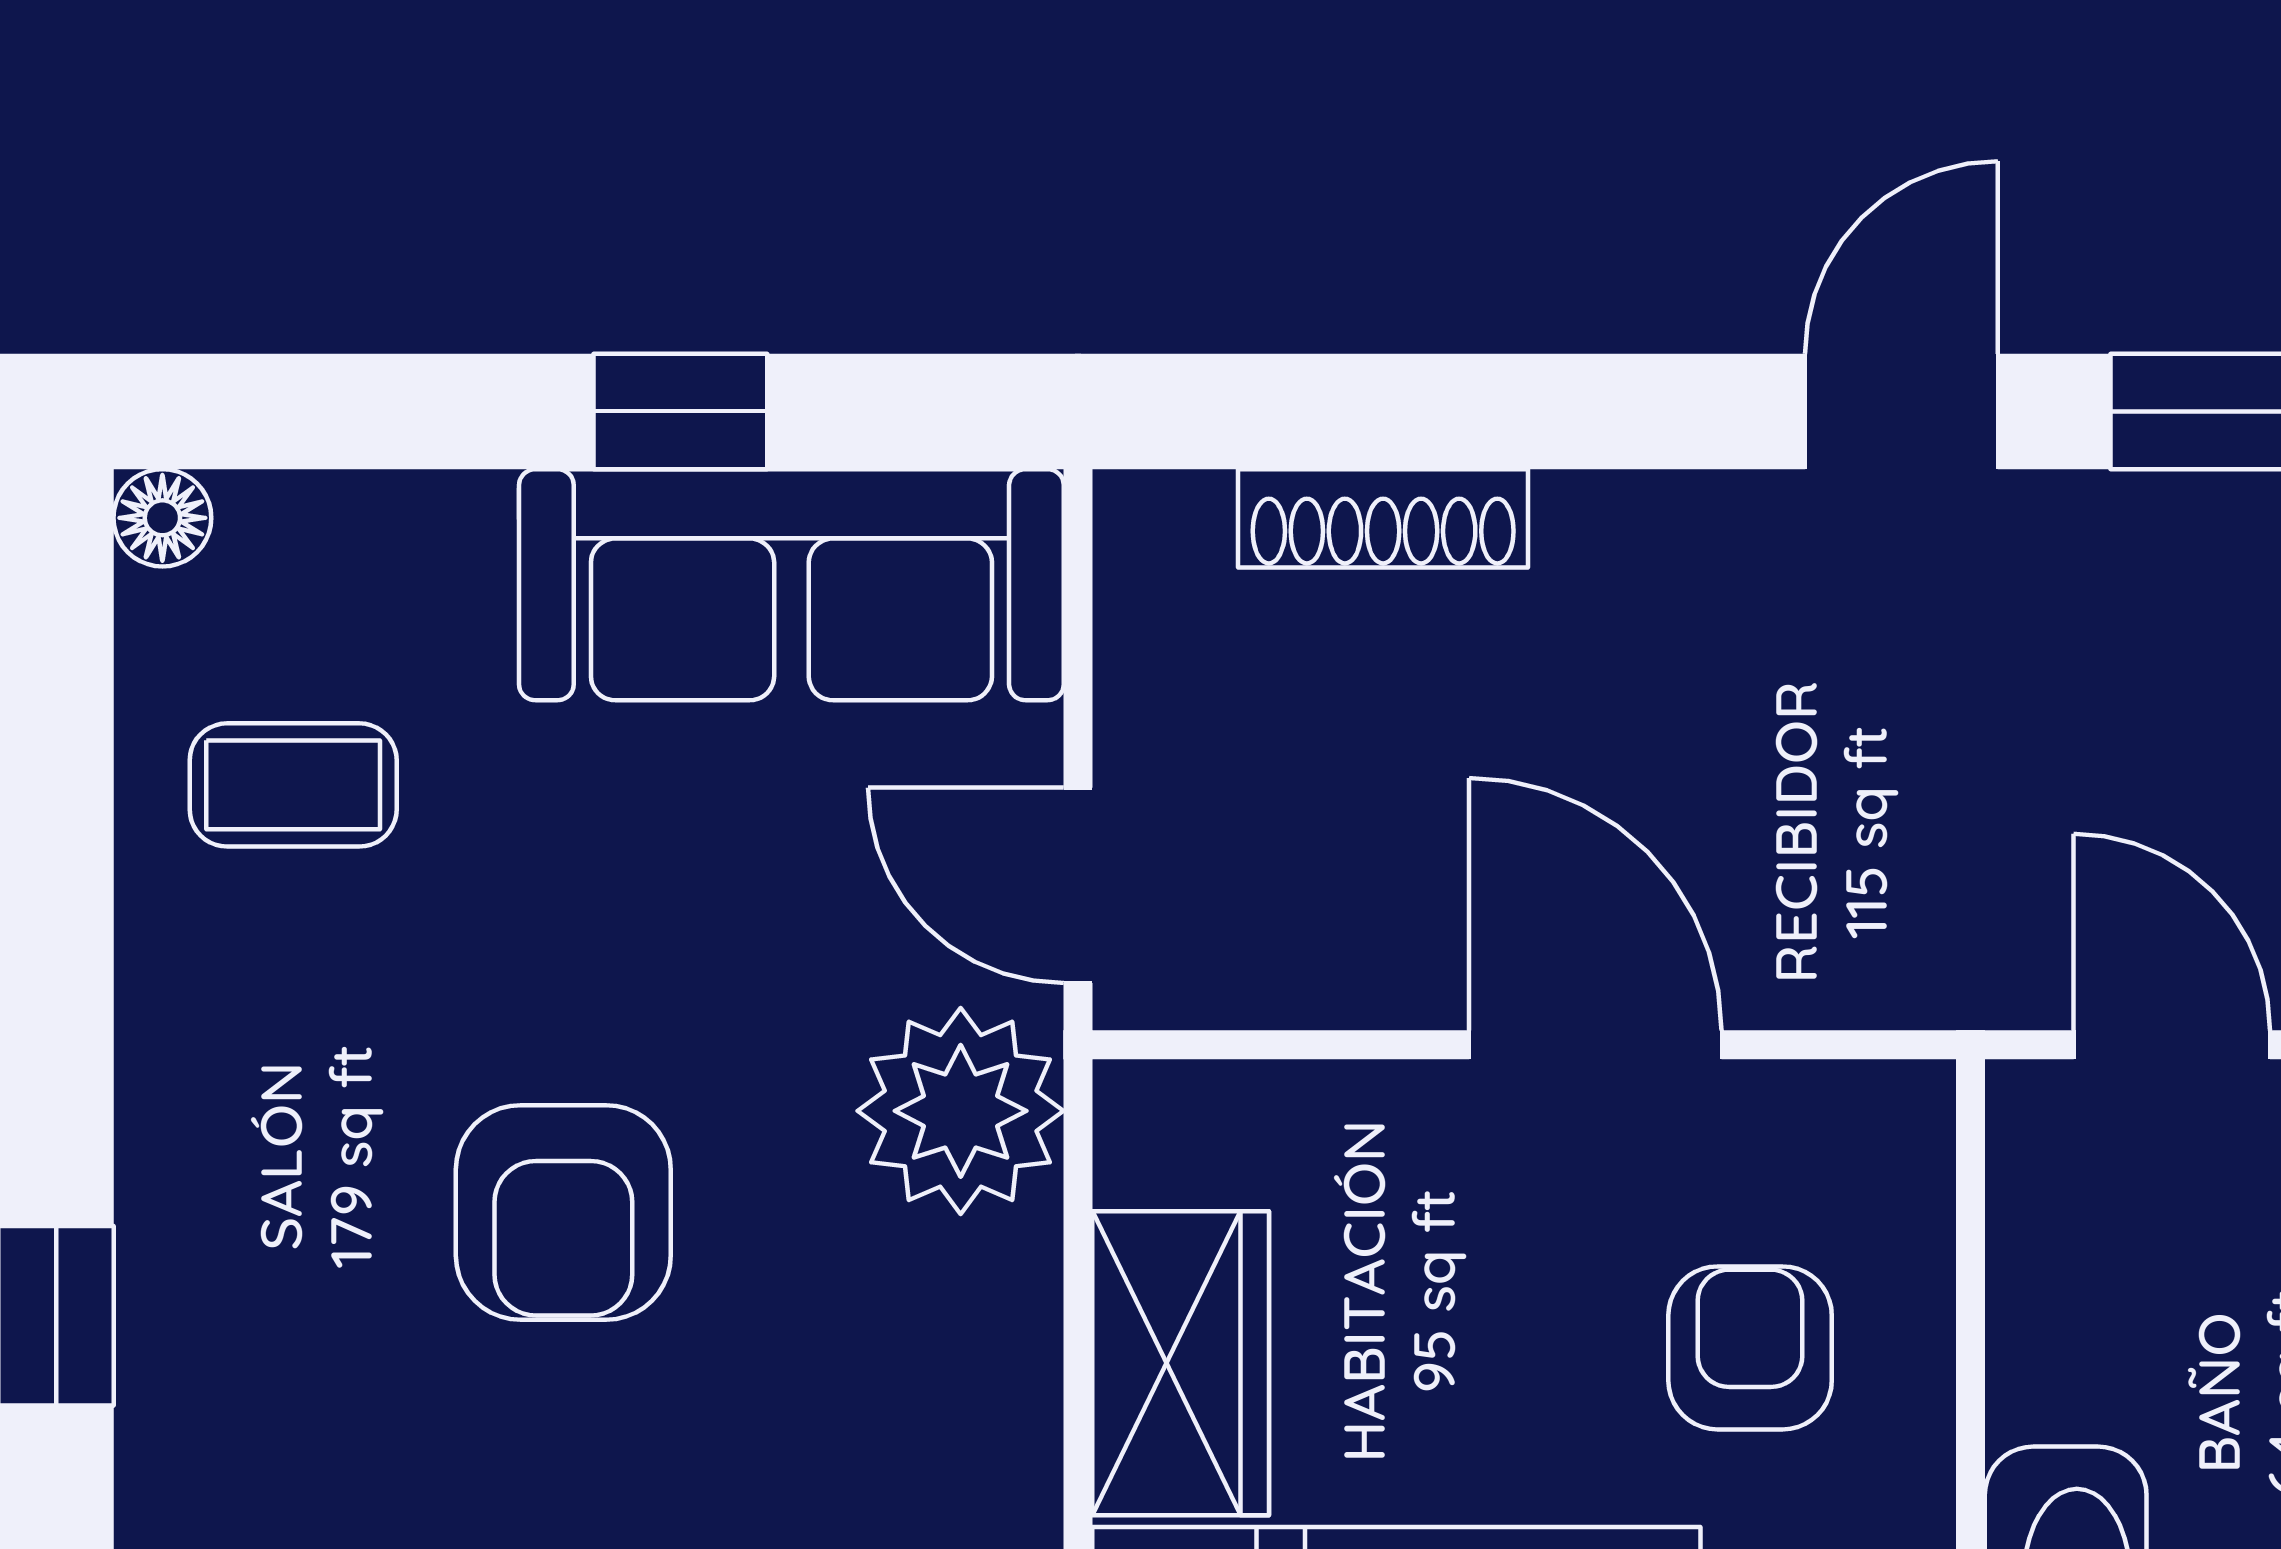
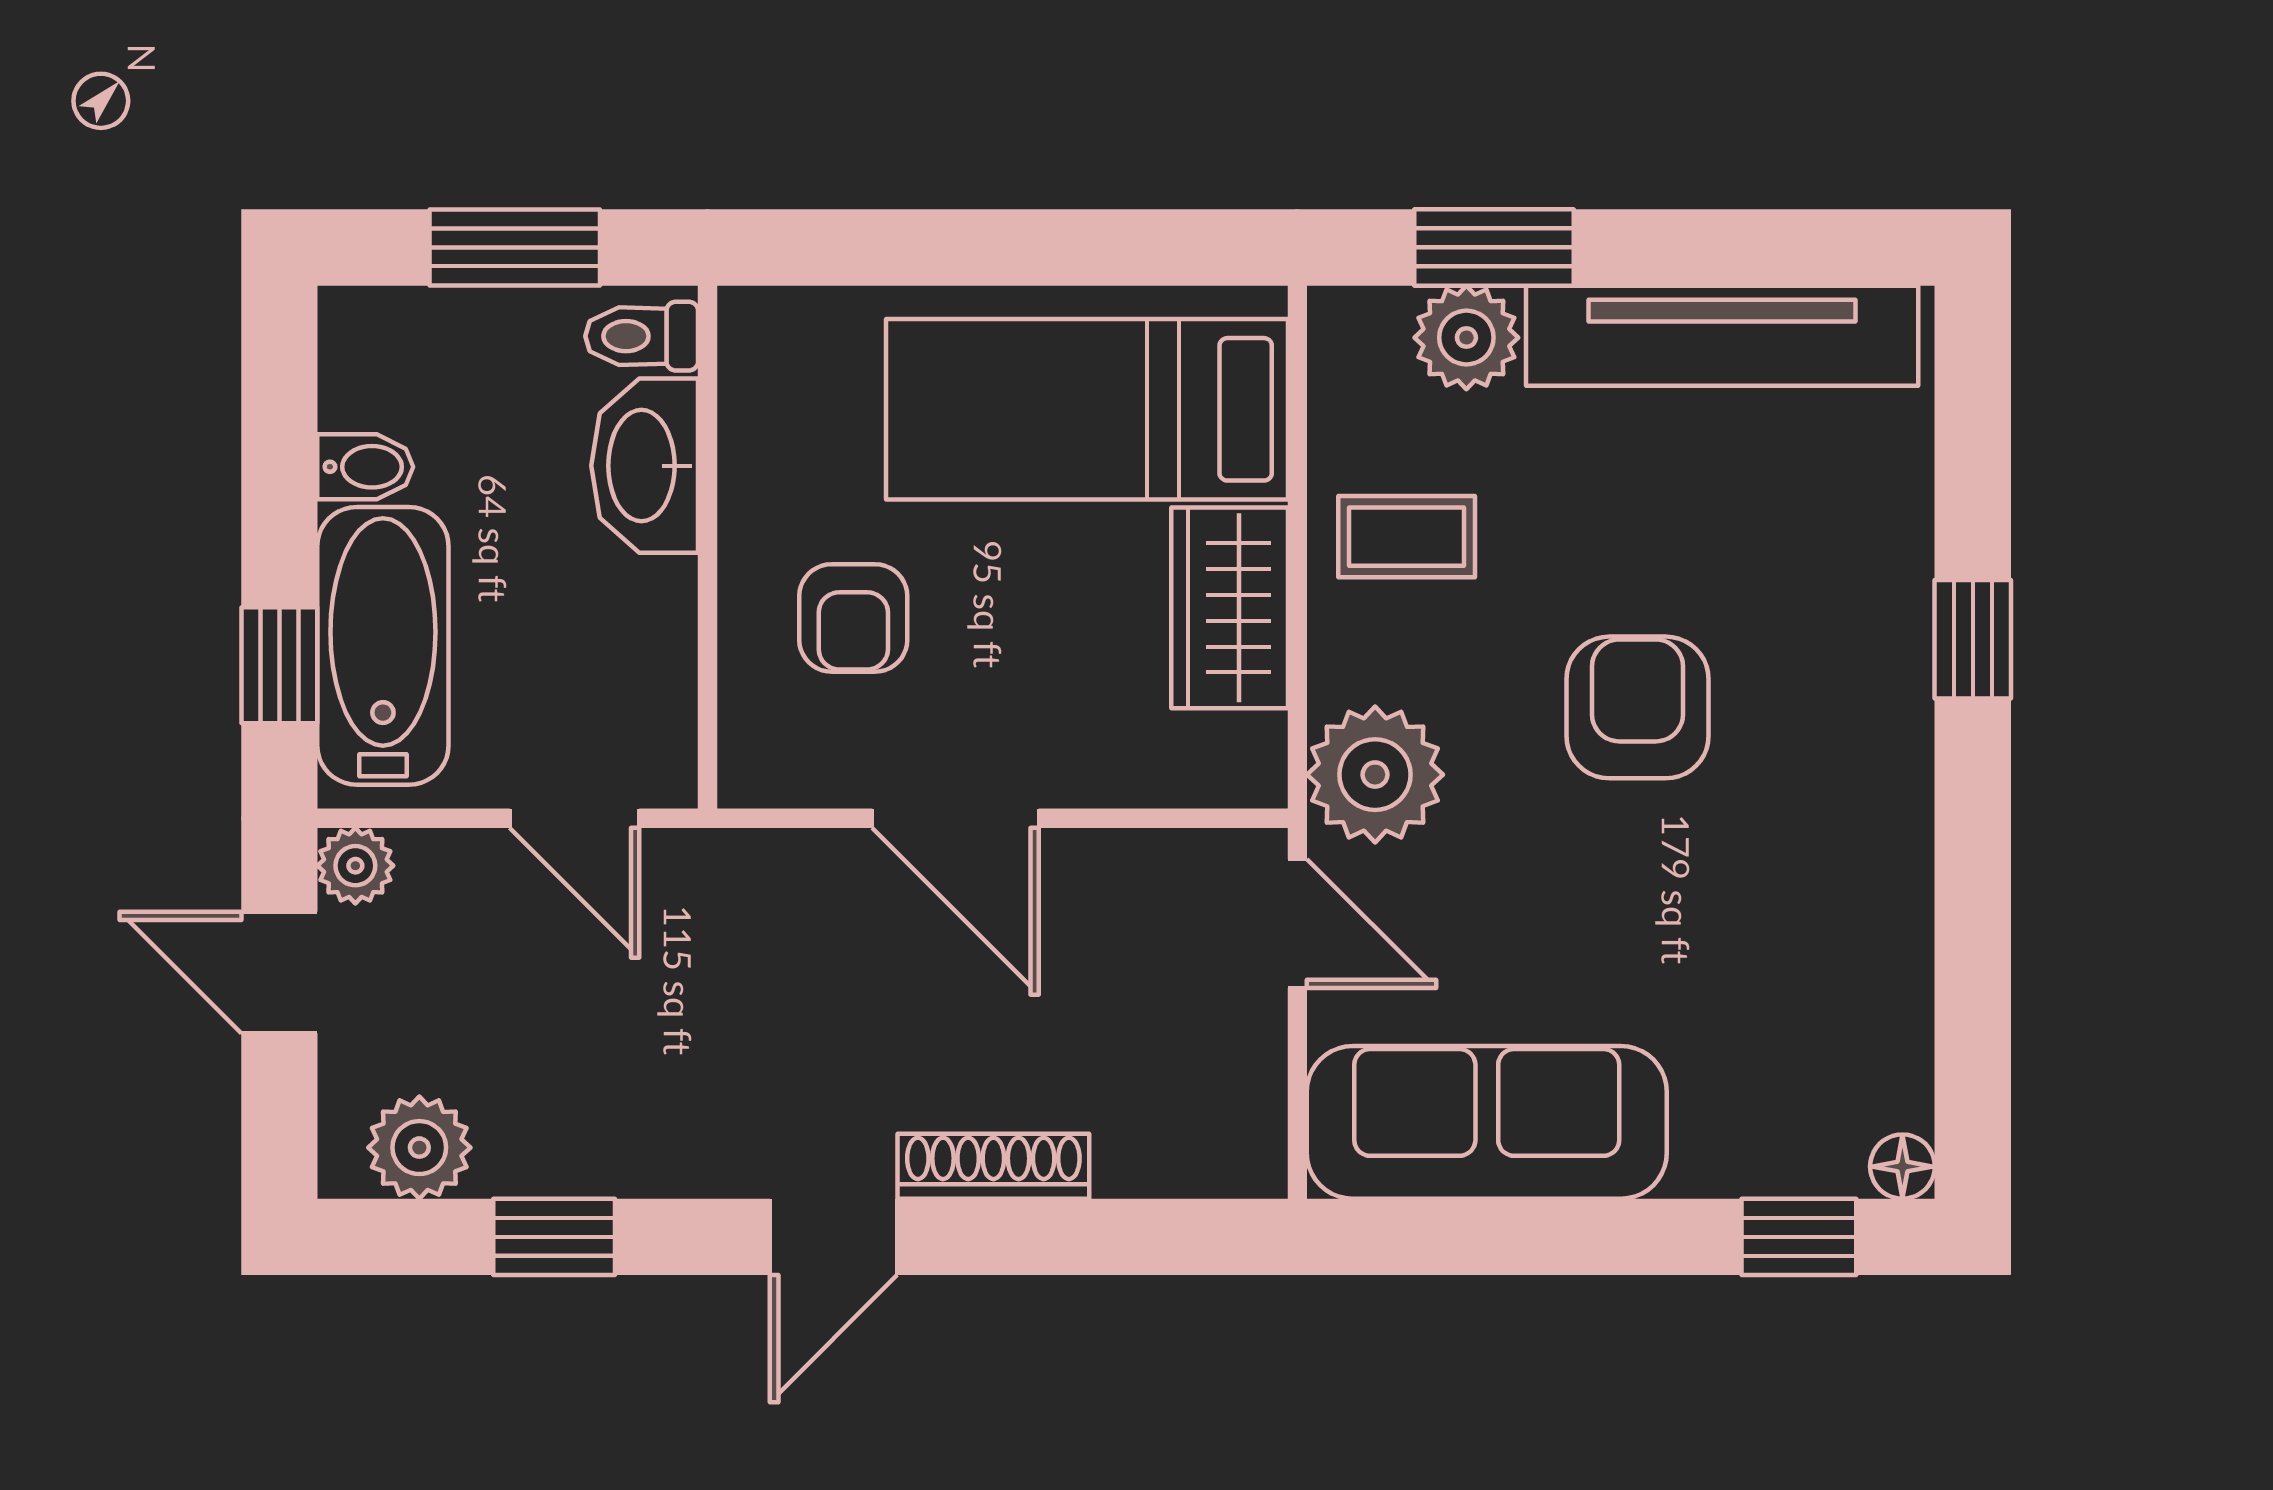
window: (680, 411) -> (1799, 1237), moved
door: (1902, 411) -> (834, 1237), moved
shoe rack: (1383, 518) -> (993, 1166), moved
coffee table: (293, 785) -> (1407, 537), moved

